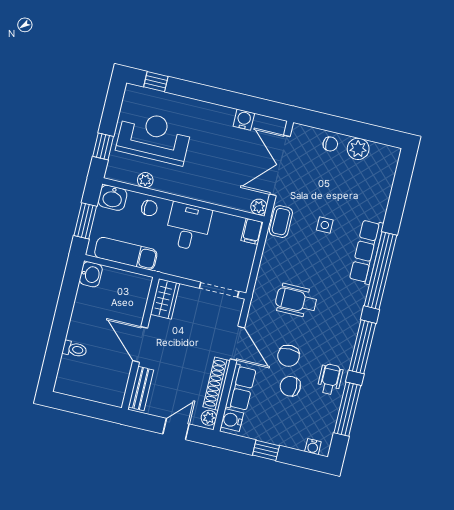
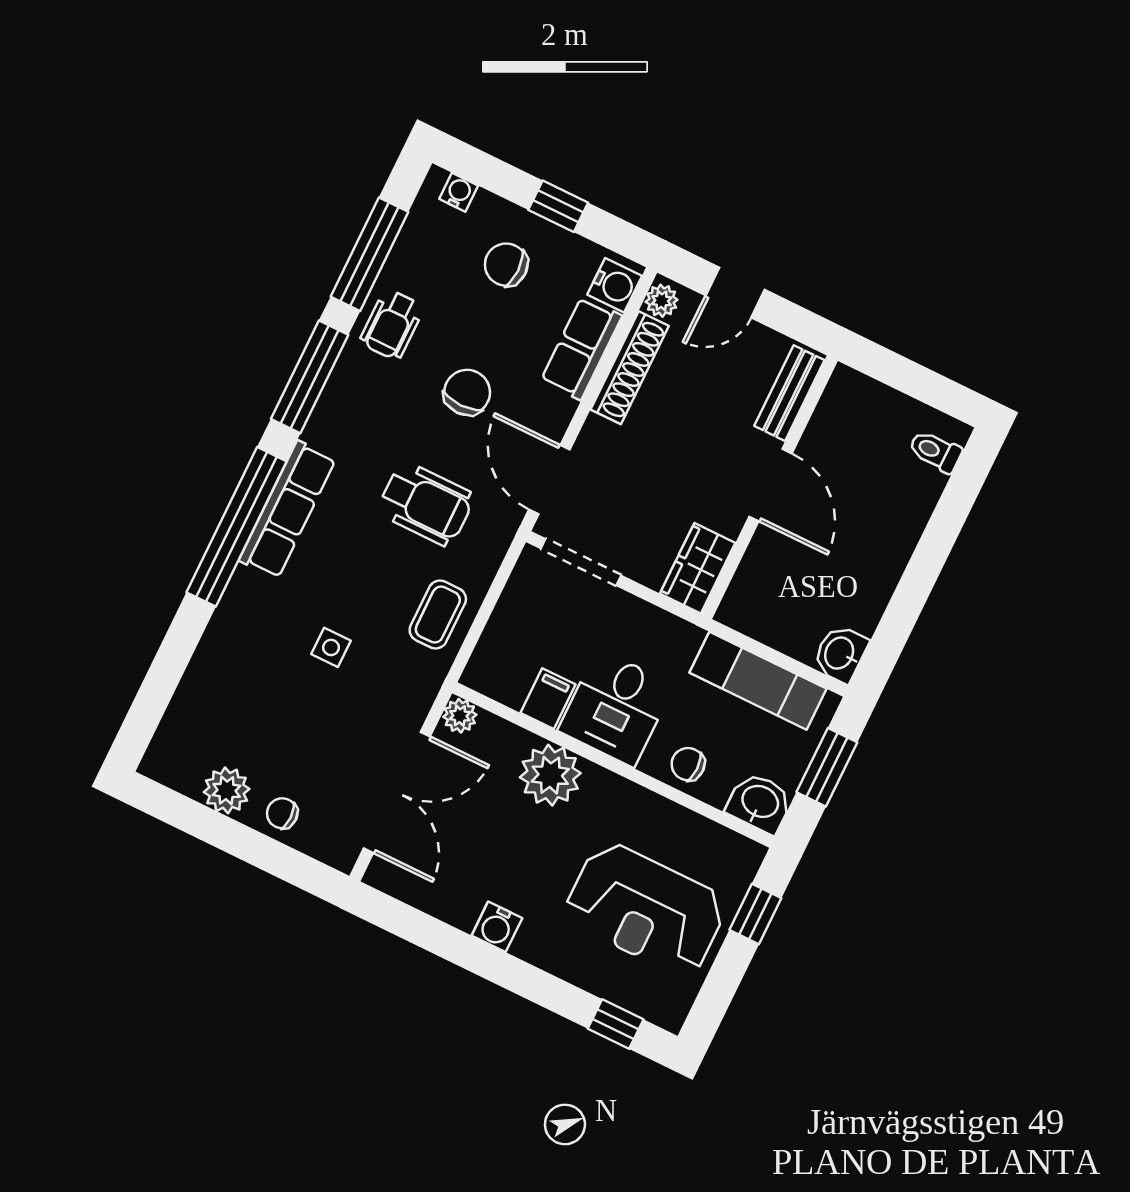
water cooler: (244, 120) -> (497, 927), moved
plant: (145, 180) -> (550, 775), moved, width x1.88, depth x1.88
coffee table: (281, 222) -> (438, 615), moved
filing cabinet: (252, 231) -> (548, 699), moved
row of seats: (367, 252) -> (287, 510), moved
door: (237, 343) -> (549, 480), moved
toilet: (75, 349) -> (935, 451), moved
chair: (290, 386) -> (506, 265), moved, turned 180

